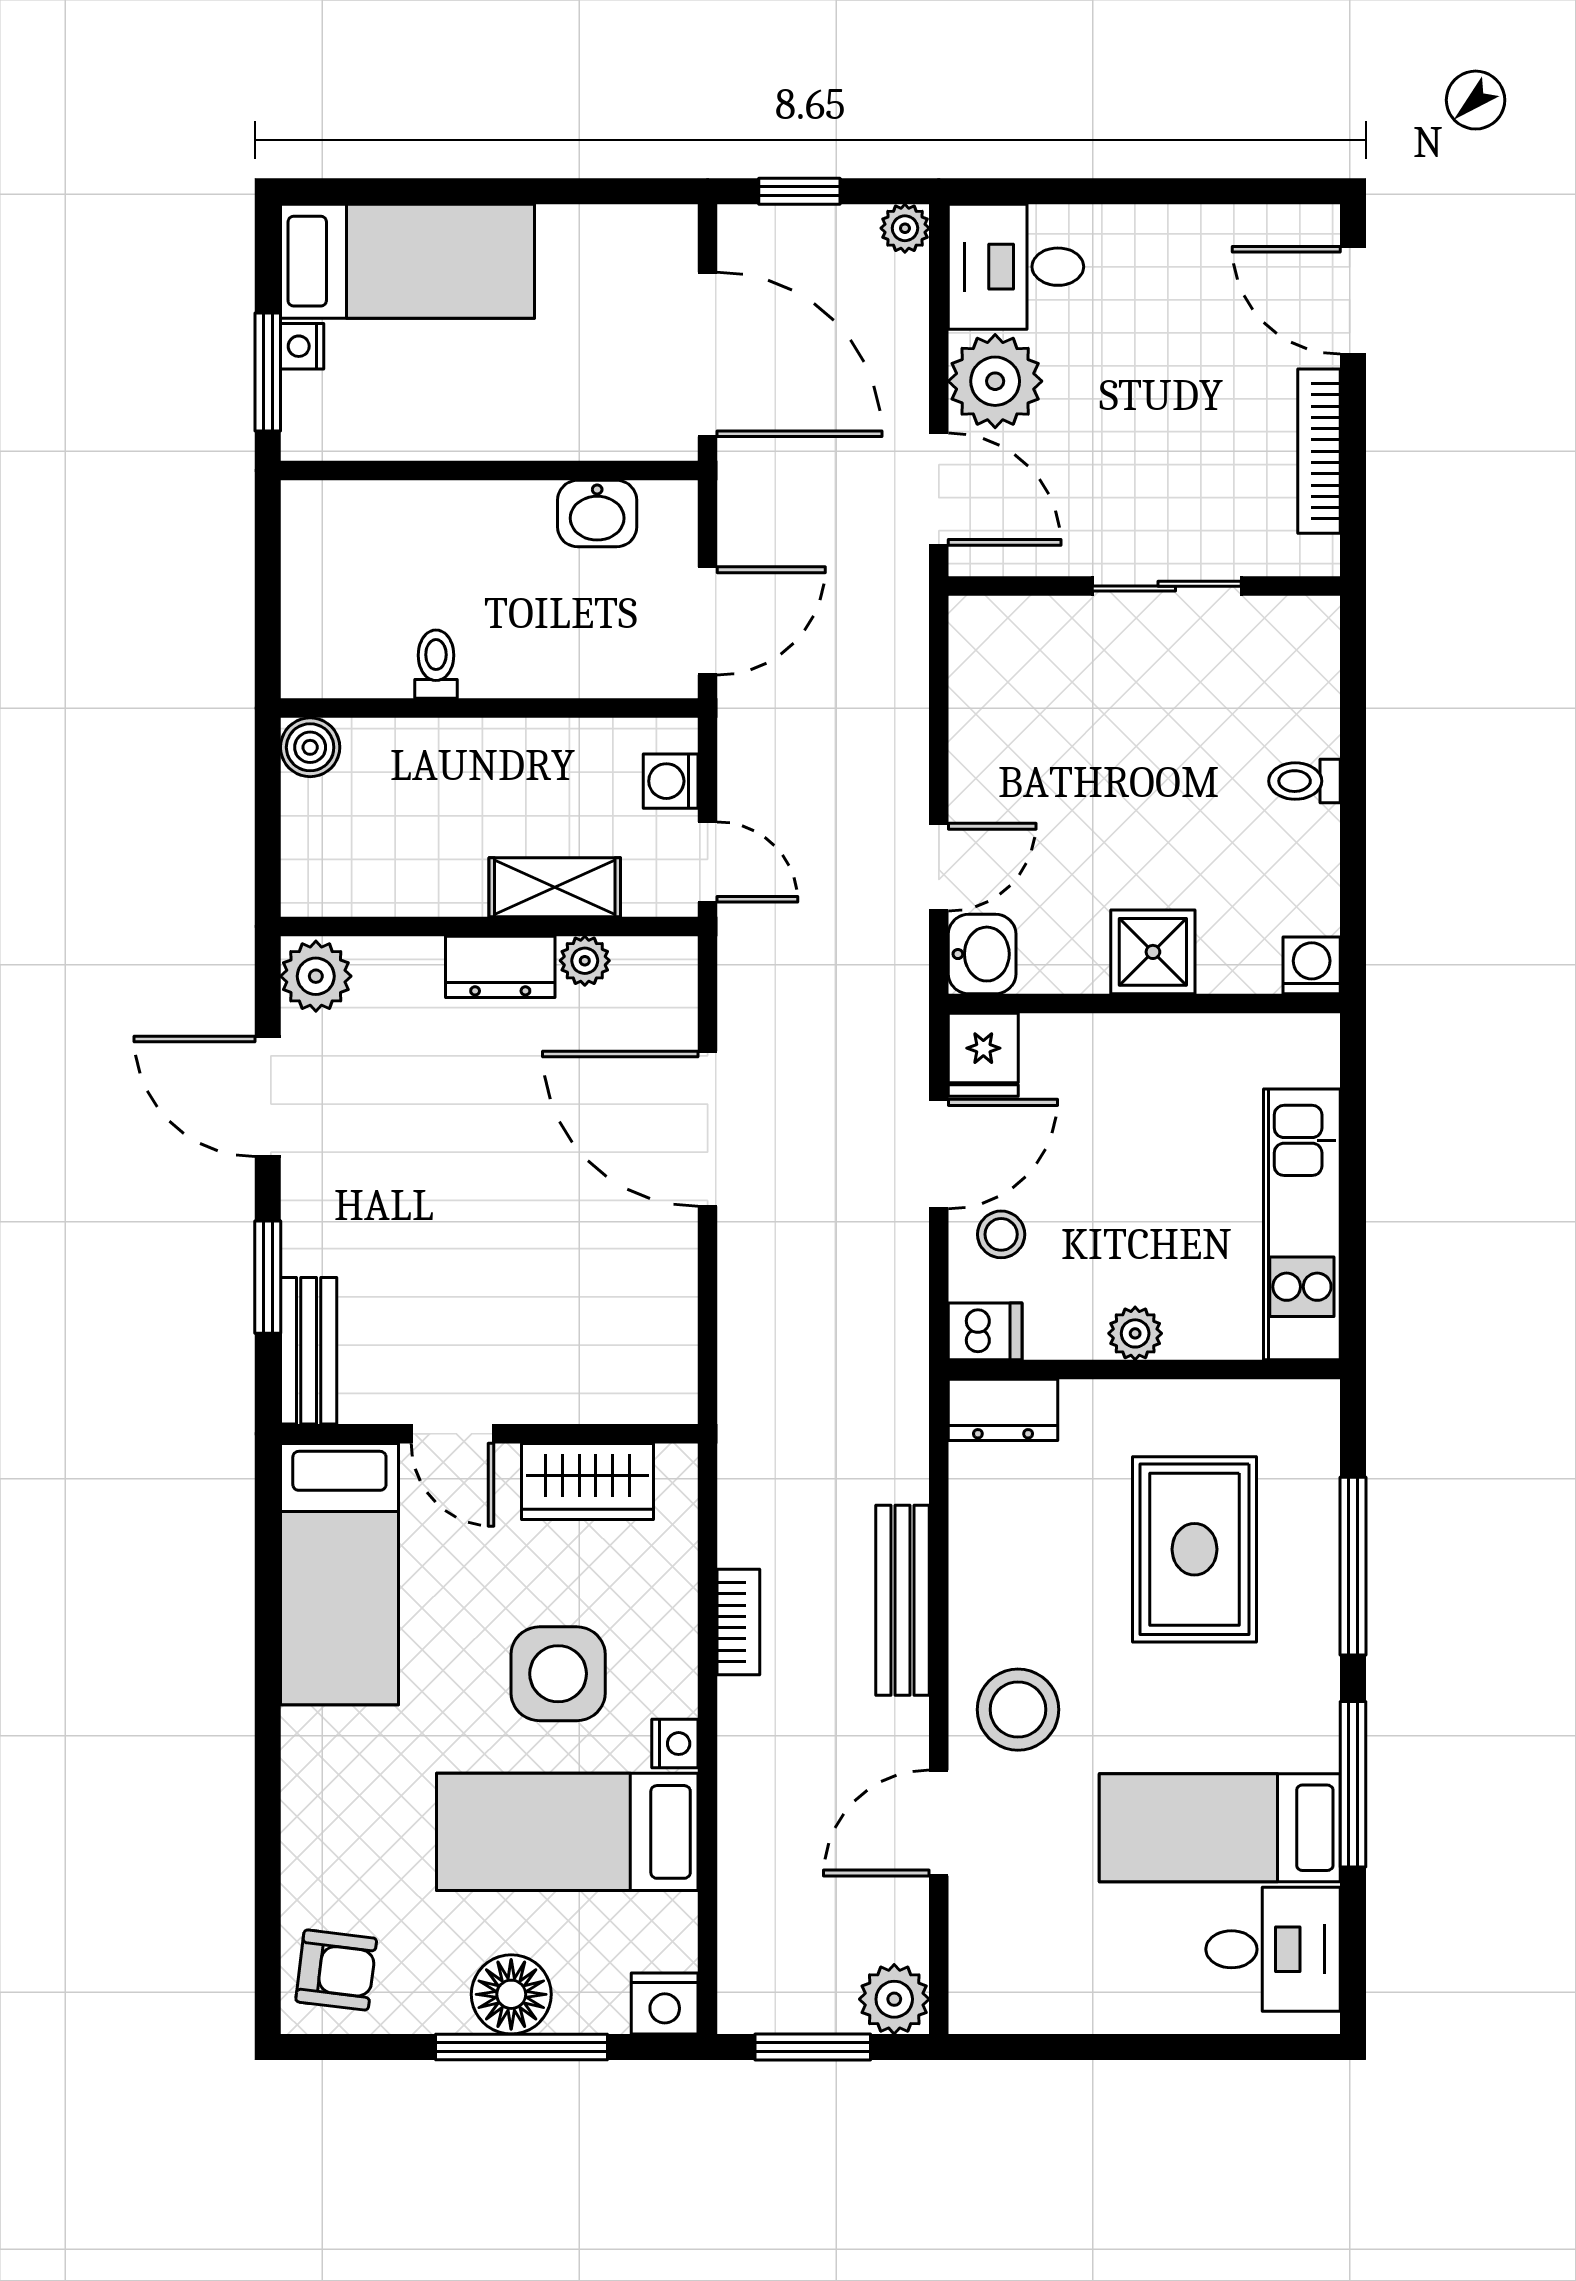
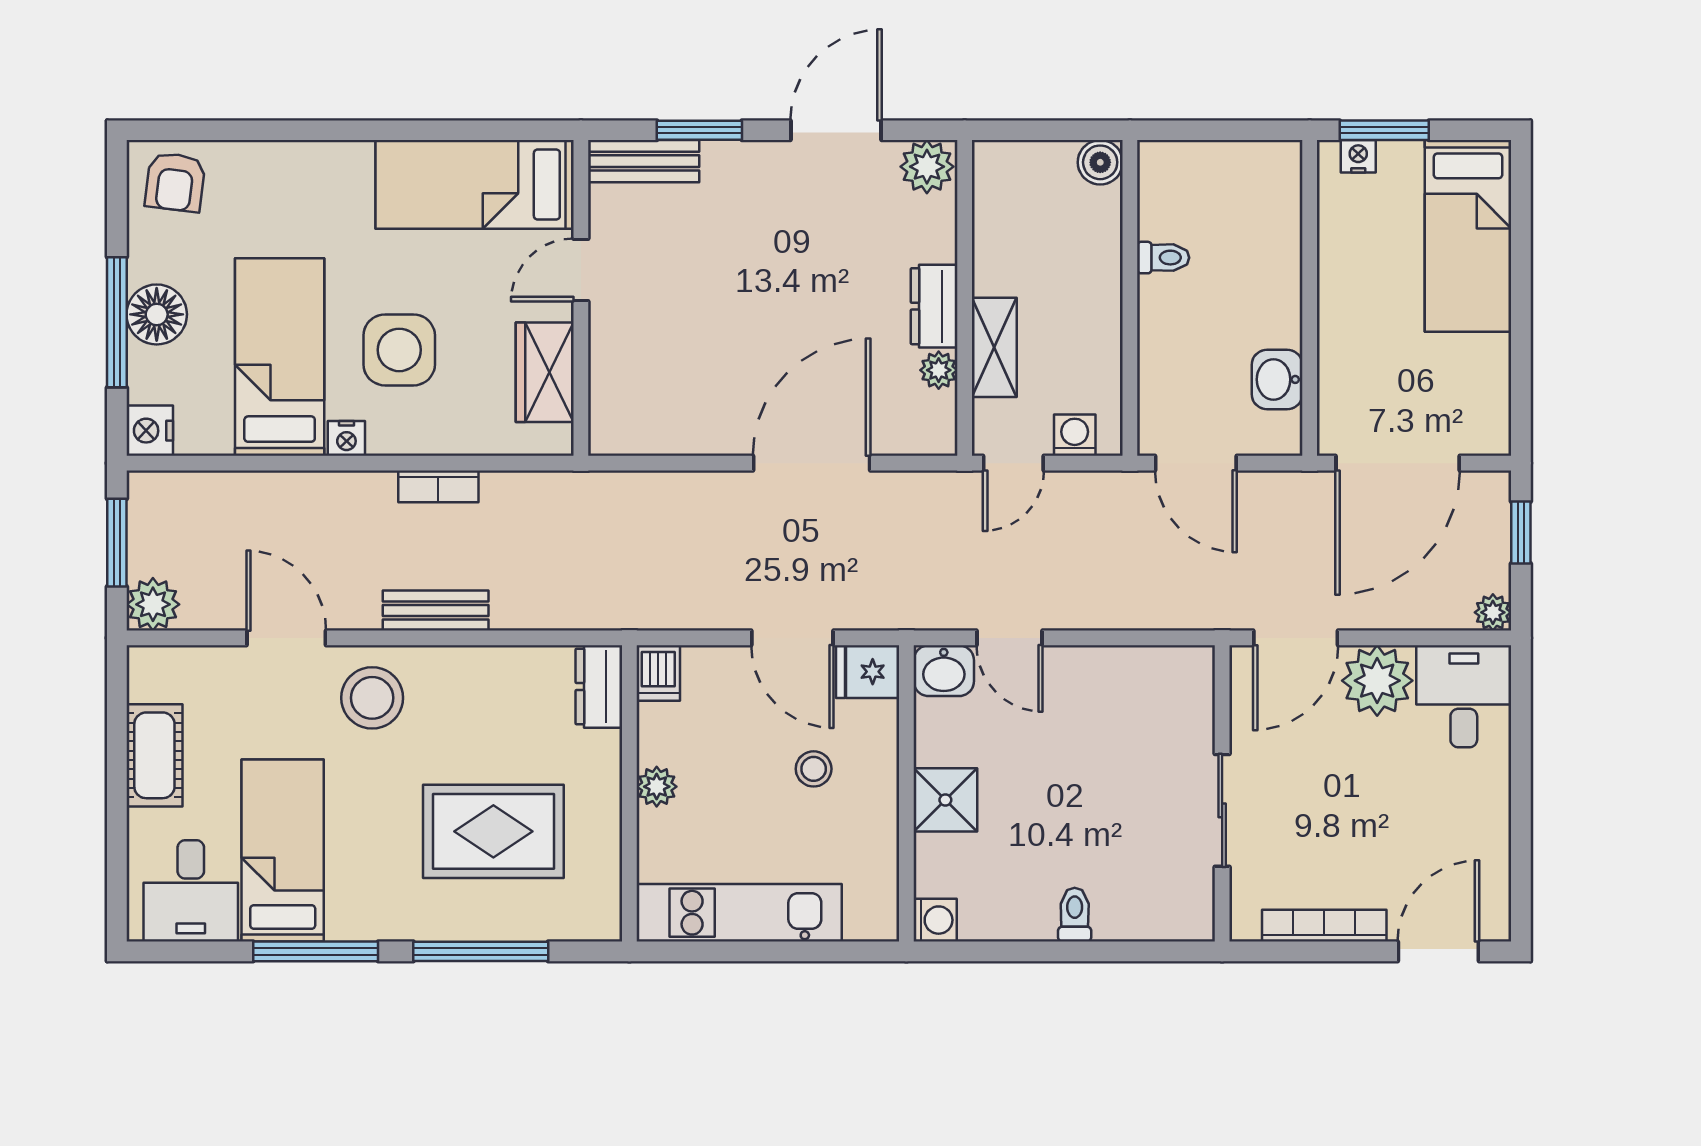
nightstand: (302, 346) -> (1358, 156), moved
stool: (1001, 1234) -> (814, 769), moved
bench: (902, 1600) -> (436, 610), width x0.73
cot: (1094, 1997) -> (154, 755), added

